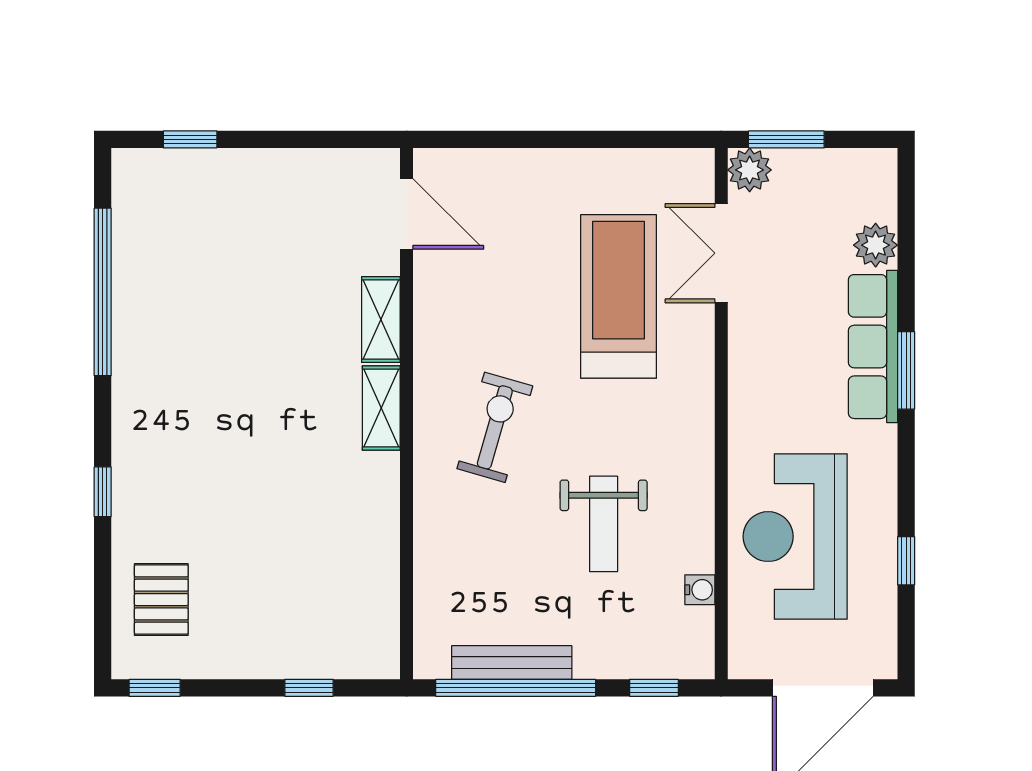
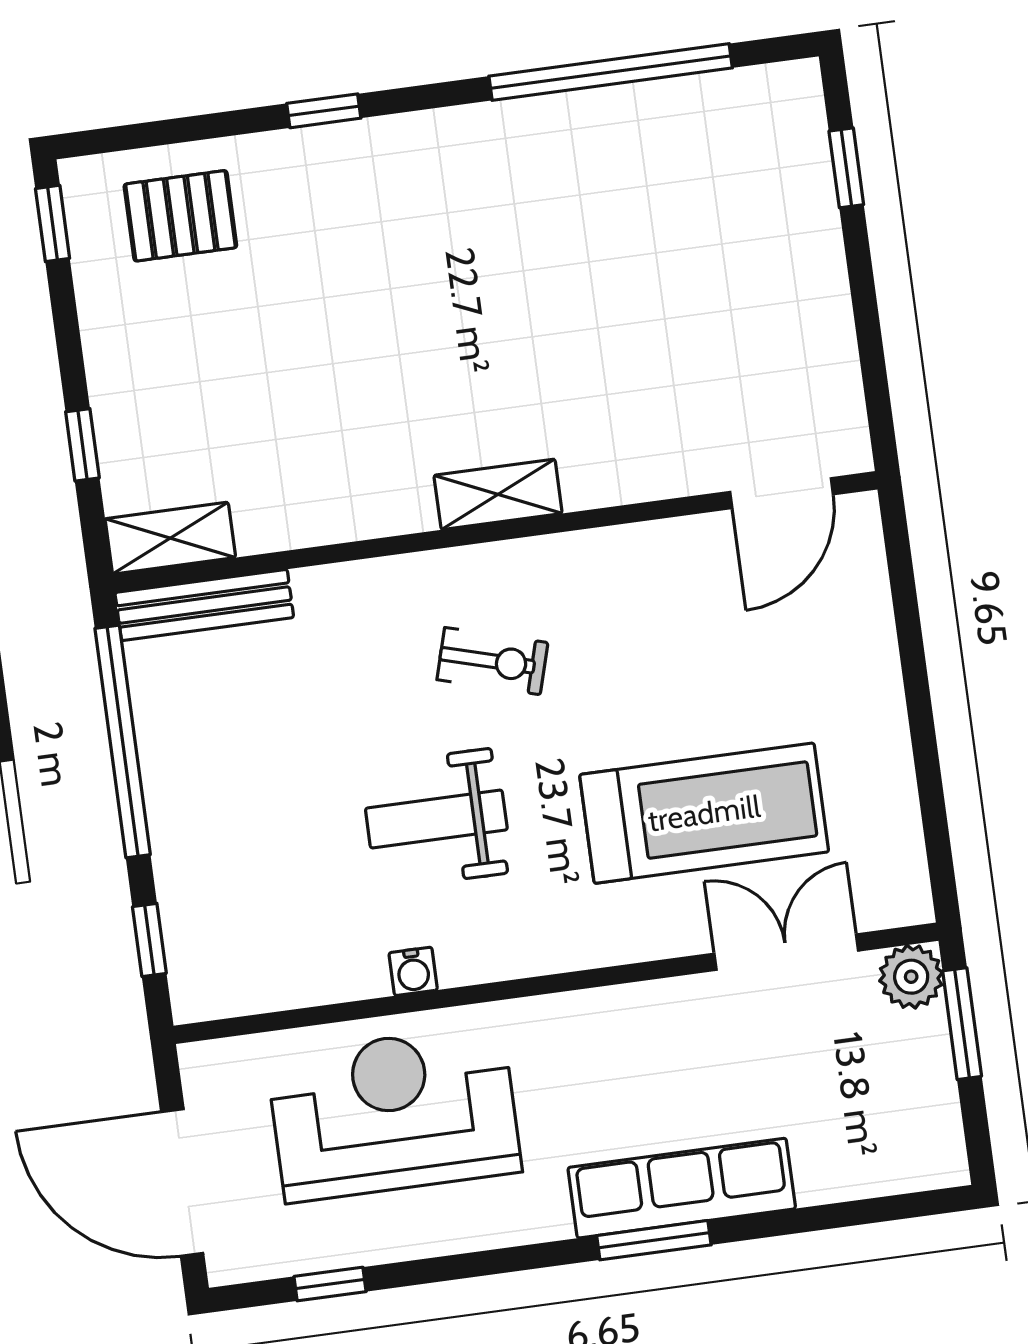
plant: (876, 245) -> (828, 1172), removed
shelving: (381, 319) -> (170, 538), moved
exercise bike: (495, 427) -> (492, 661), width x0.73, depth x0.72
weight bench: (604, 524) -> (436, 819), moved
window: (906, 561) -> (330, 1284), moved
water cooler: (700, 590) -> (413, 971), moved
bench: (512, 662) -> (204, 605), moved, turned 90

